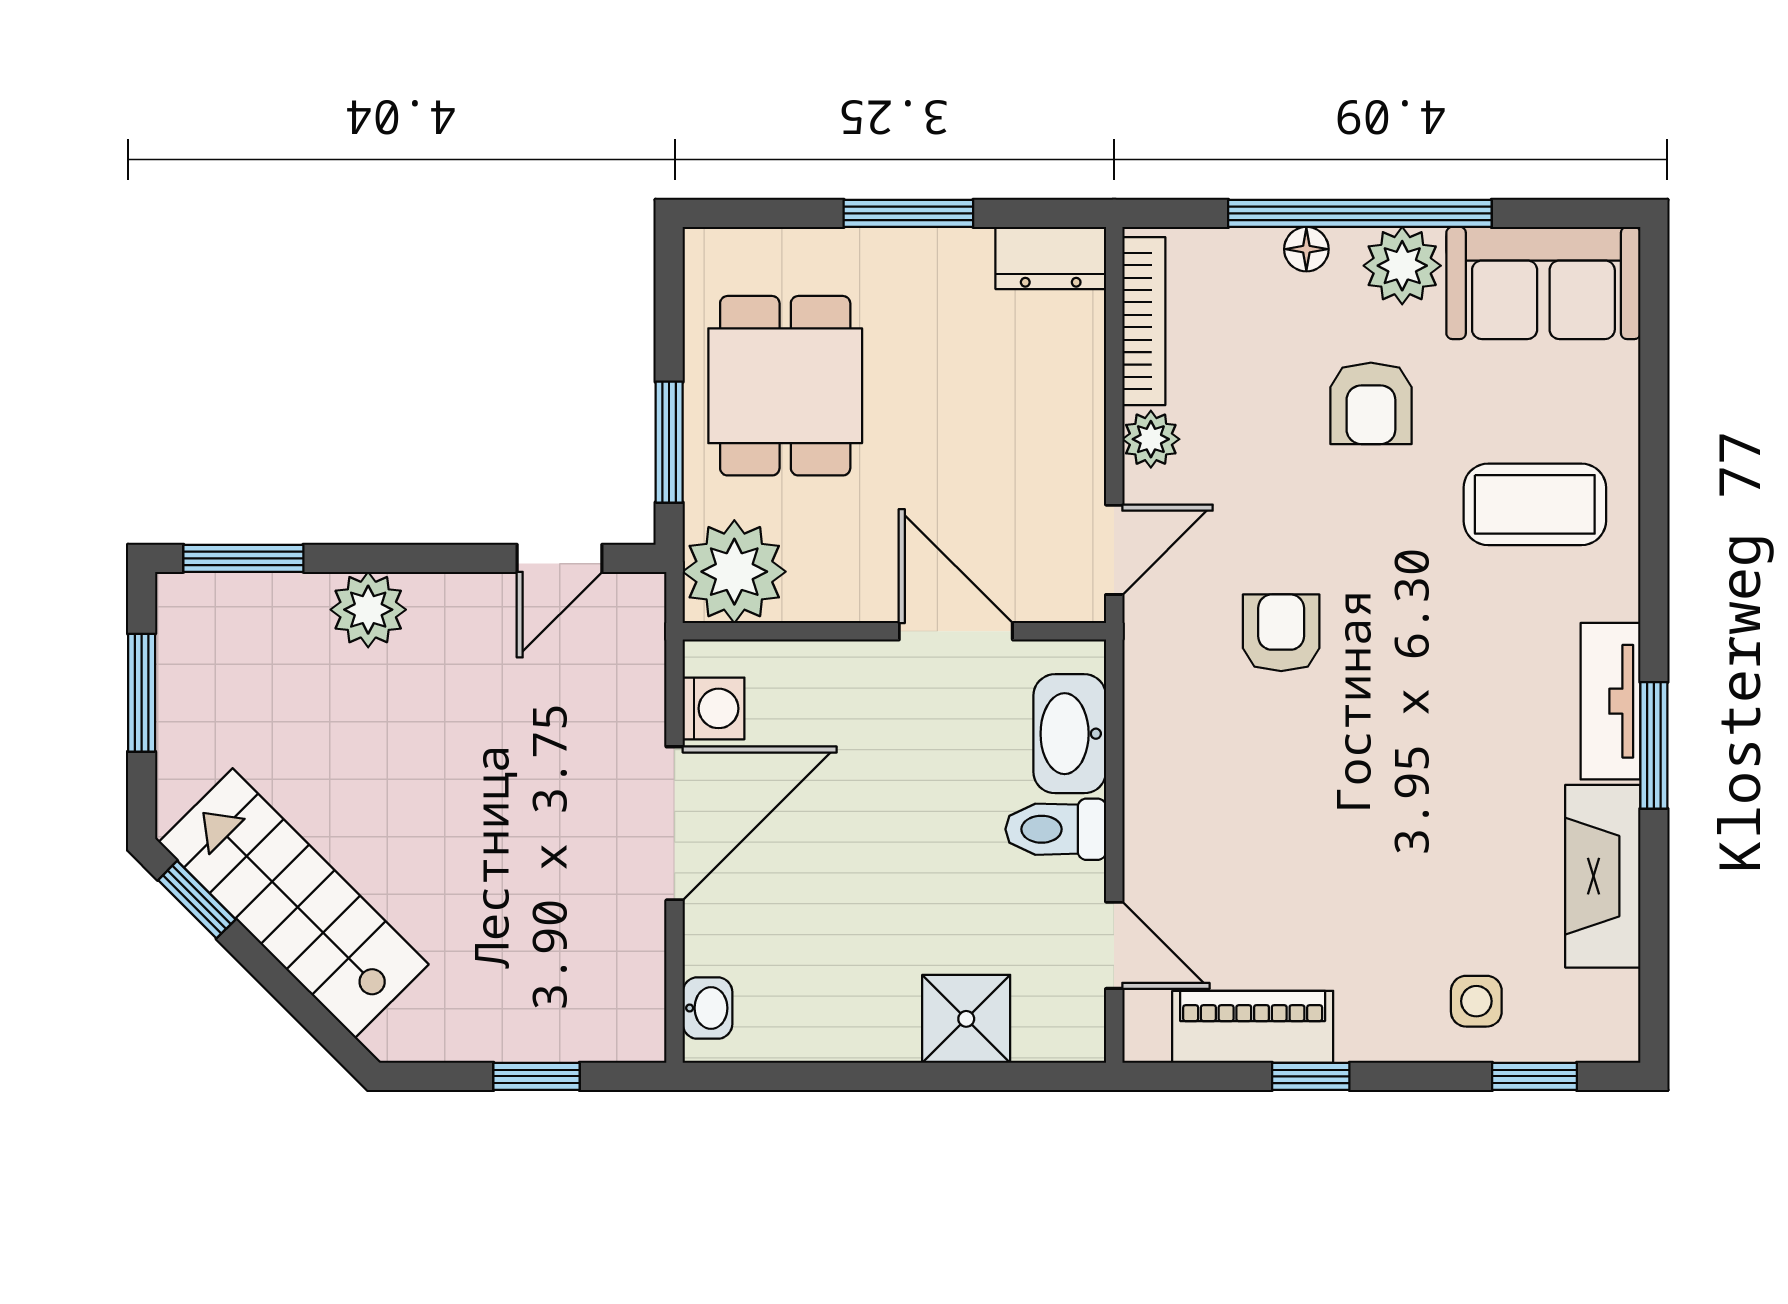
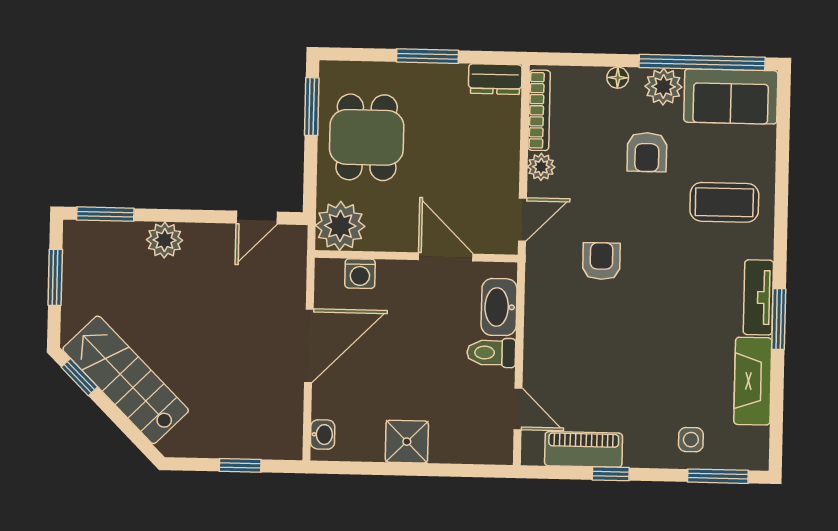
window: (1360, 213) -> (702, 62), moved
window: (669, 442) -> (312, 107), moved
washing machine: (714, 708) -> (360, 274), moved, turned 90
shower: (966, 1019) -> (407, 442), moved
window: (1534, 1076) -> (718, 476), width x1.50

